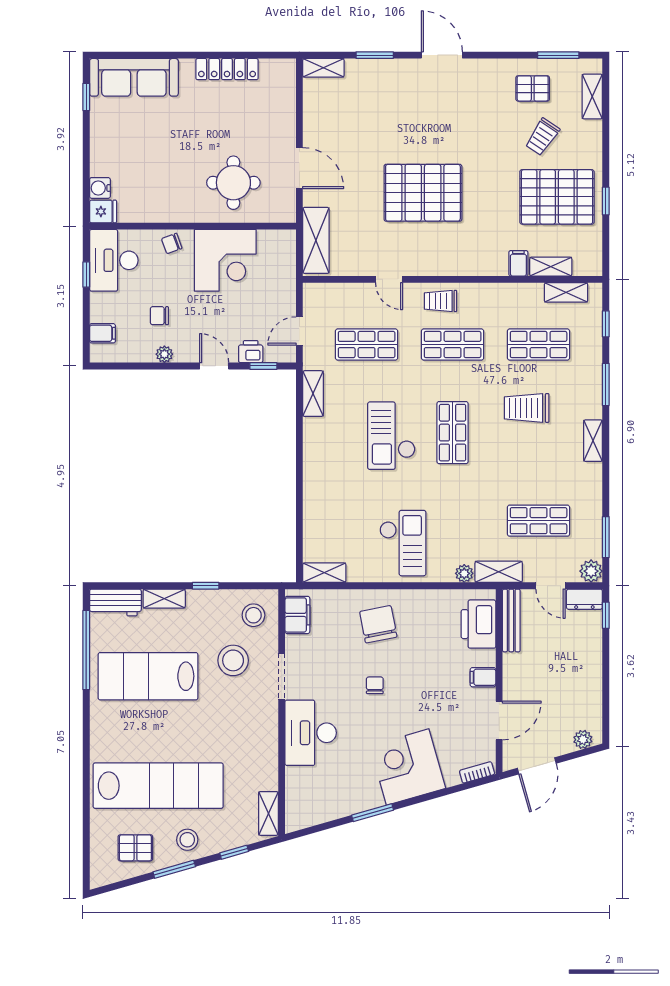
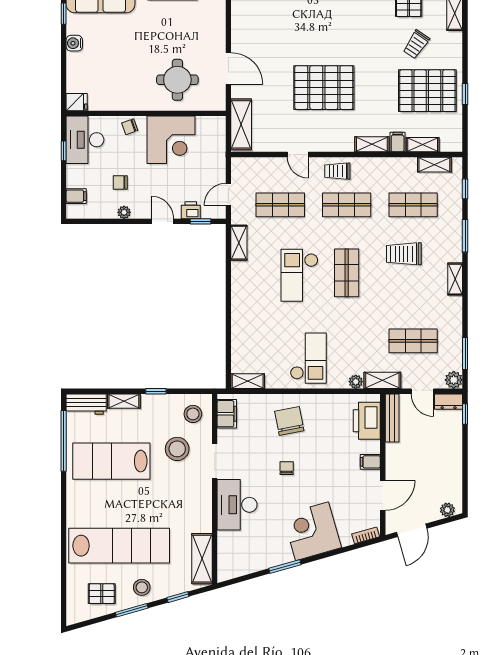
water cooler: (100, 188) -> (74, 43), moved
shelving: (485, 266) -> (372, 144), added
shelving: (268, 813) -> (202, 559), width x1.50, depth x1.33

